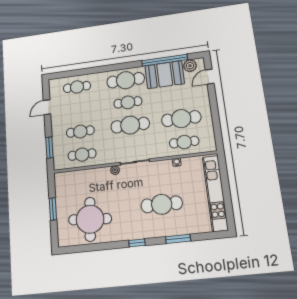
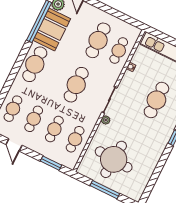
cafe table: (128, 102) -> (34, 119), moved
window: (53, 209) -> (105, 190), width x1.44
round table: (90, 219) -> (114, 159), moved

